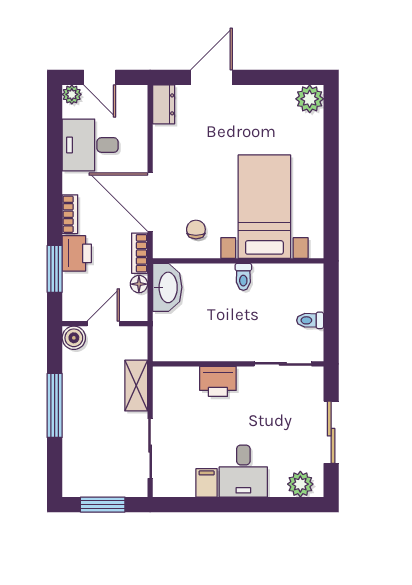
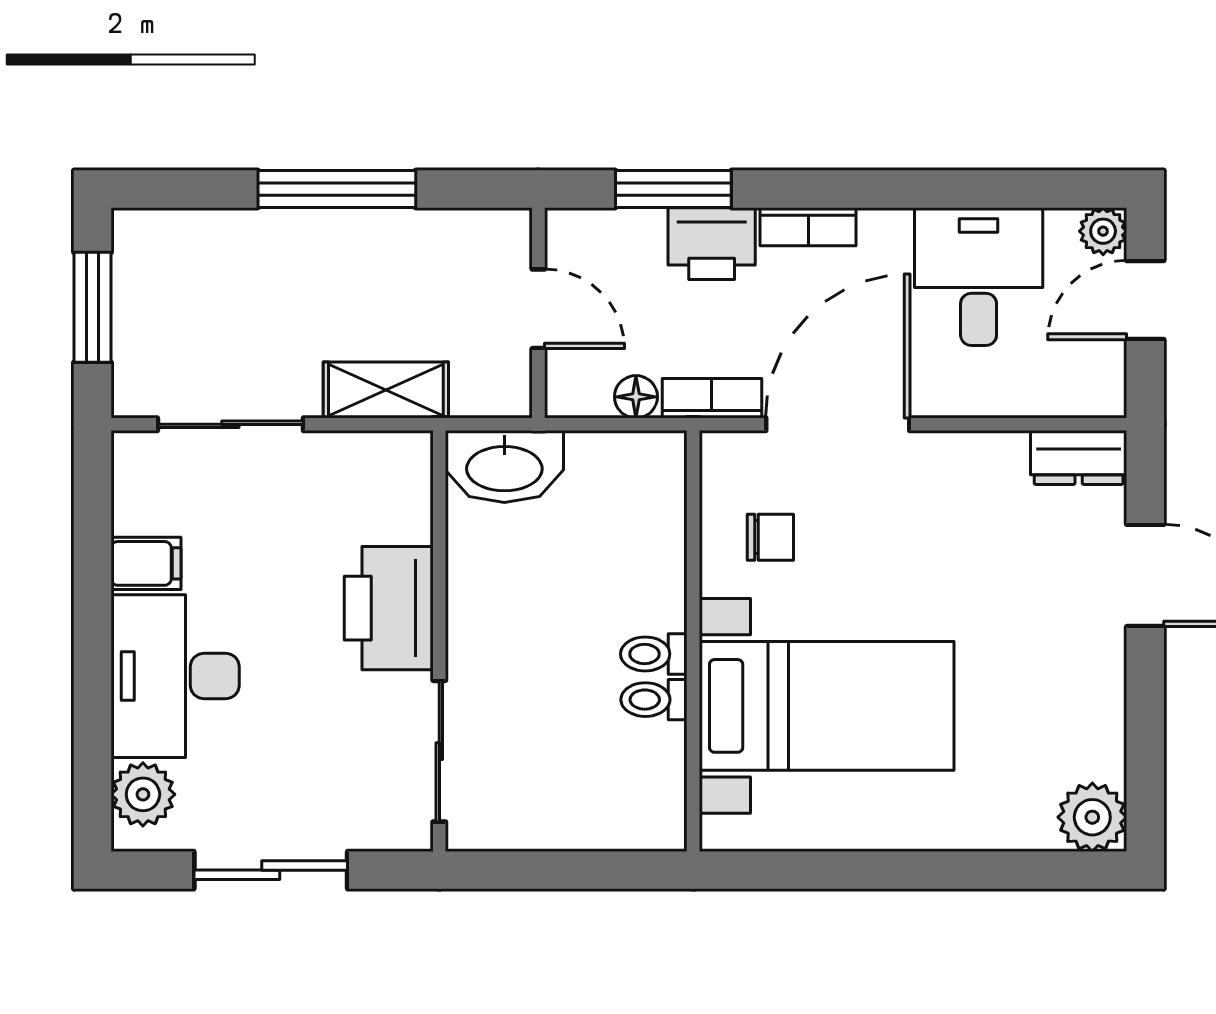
washbasin: (167, 287) -> (504, 466), moved
toilet: (310, 320) -> (654, 700), moved, turned -90
boiler: (74, 338) -> (503, 236), removed
printer: (218, 381) -> (389, 608), width x1.37, depth x1.19
desk: (243, 471) -> (175, 676), width x1.37

